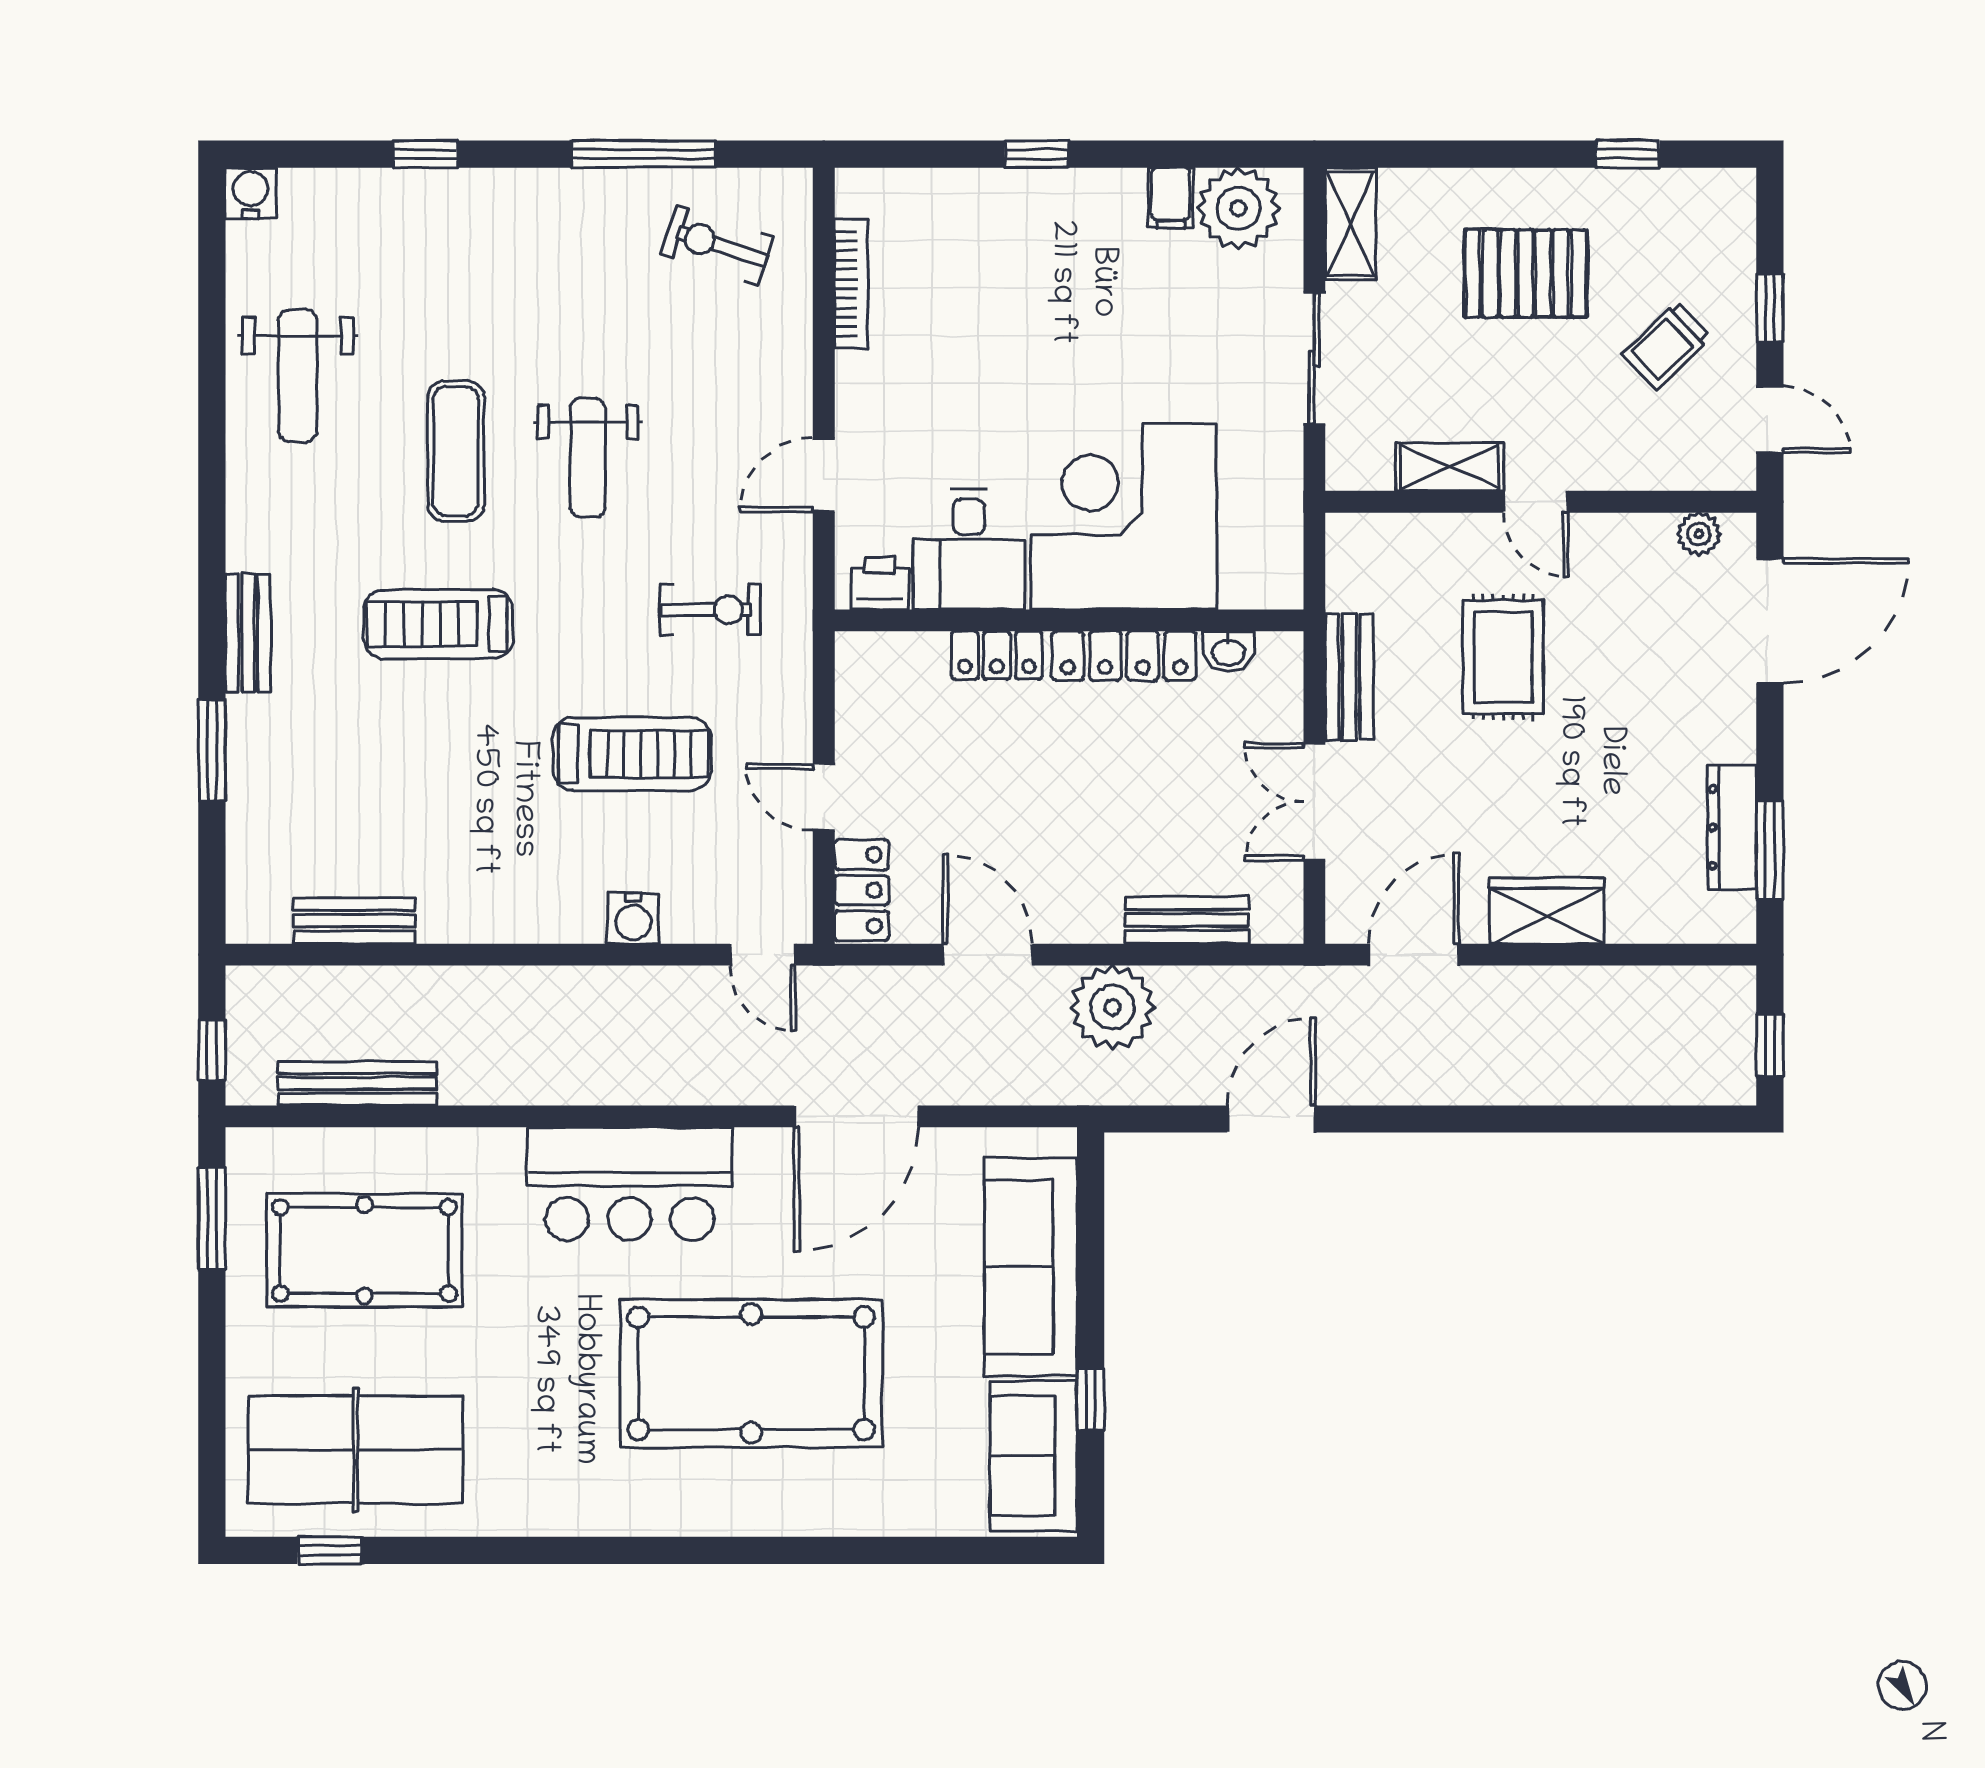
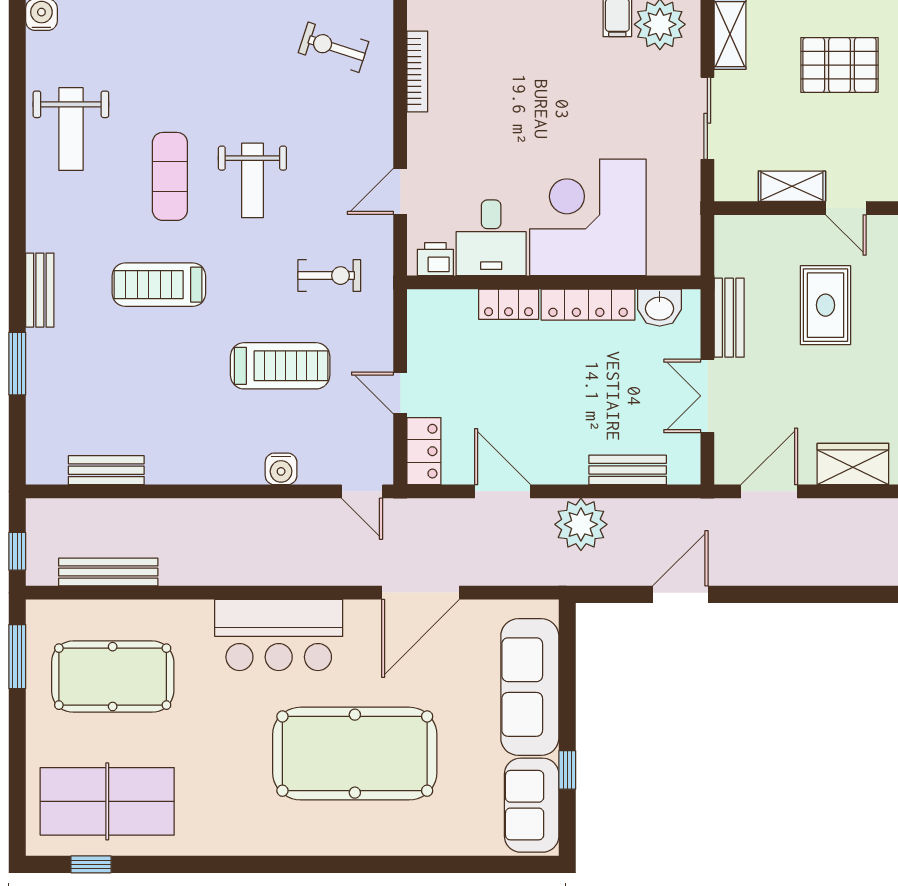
washbasin: (1228, 652) -> (660, 308), width x1.38, depth x1.45

